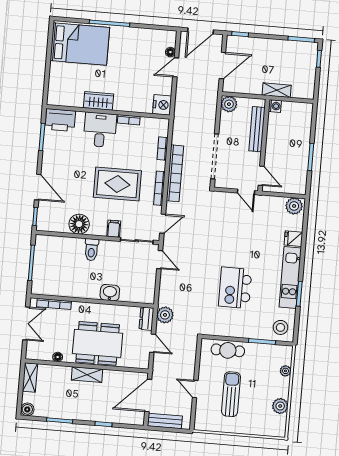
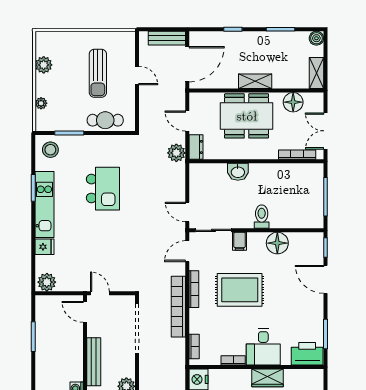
bookcase: (163, 149) -> (194, 346), moved
floor lamp: (58, 357) -> (293, 102), width x1.89, depth x1.89

